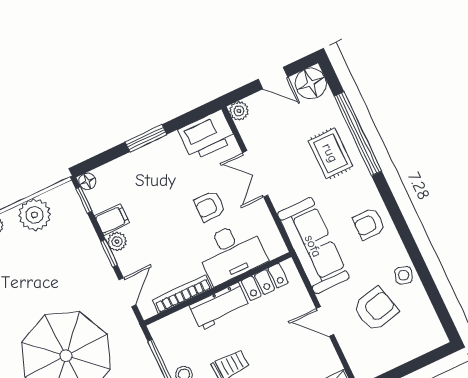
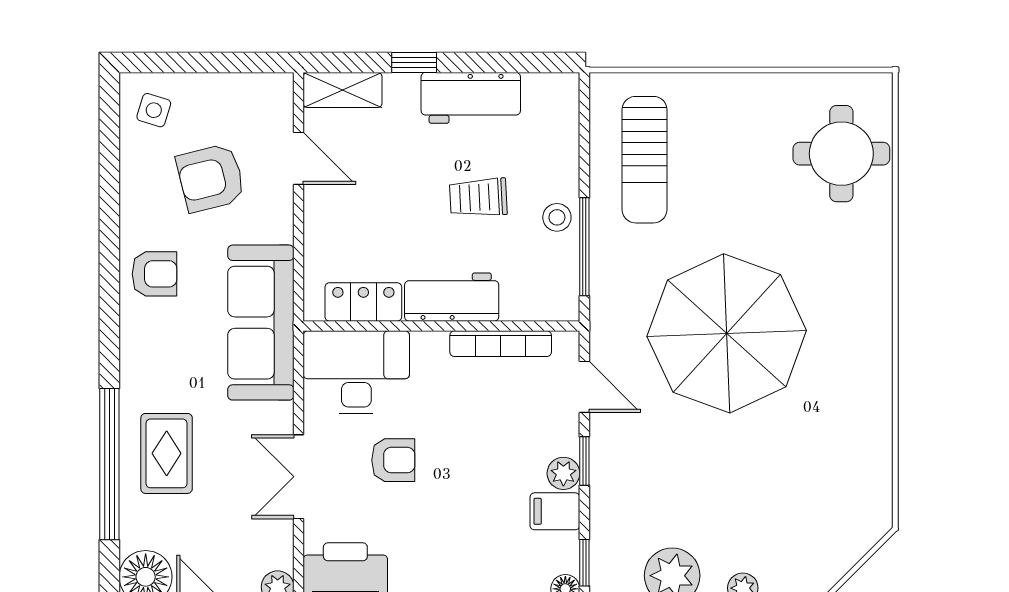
double door: (255, 174) -> (299, 477), swing flipped
armchair: (369, 224) -> (154, 274), moved
desk: (231, 253) -> (356, 372), moved
side table: (404, 275) -> (154, 110), moved
door: (127, 292) -> (584, 387), swing flipped
door: (325, 321) -> (299, 158), moved

